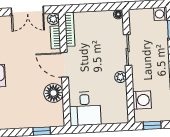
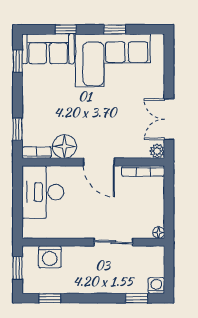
bookcase: (55, 37) -> (37, 153), moved
door: (64, 65) -> (99, 162), swing flipped
plant: (120, 77) -> (80, 231), removed
desk: (85, 109) -> (43, 192), width x1.37

